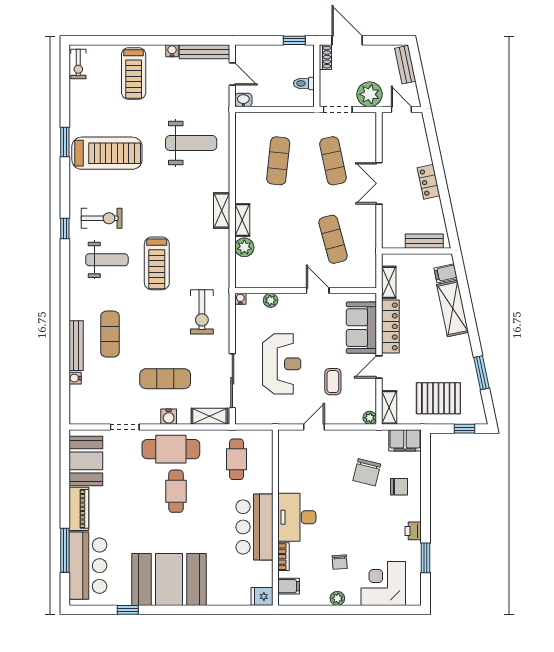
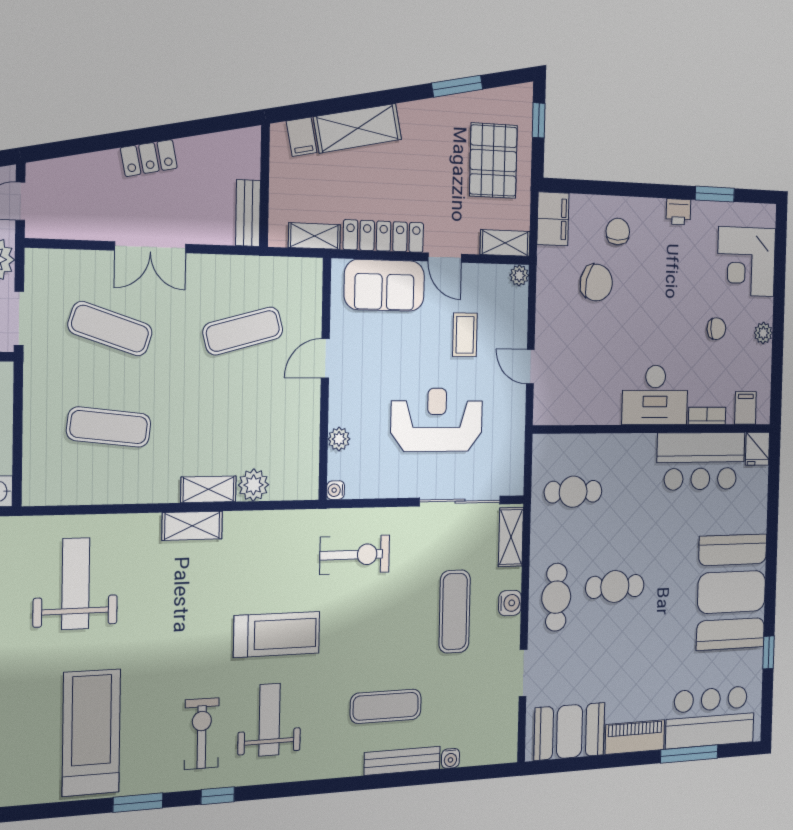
window: (65, 142) -> (138, 803), moved
exercise mat: (333, 161) -> (110, 329), turned 30
bench: (424, 241) -> (248, 213), moved
coffee table: (333, 382) -> (465, 335), turned 90
cafe table: (171, 449) -> (556, 597), width x0.73, depth x0.74
bar counter: (254, 527) -> (701, 461), moved

